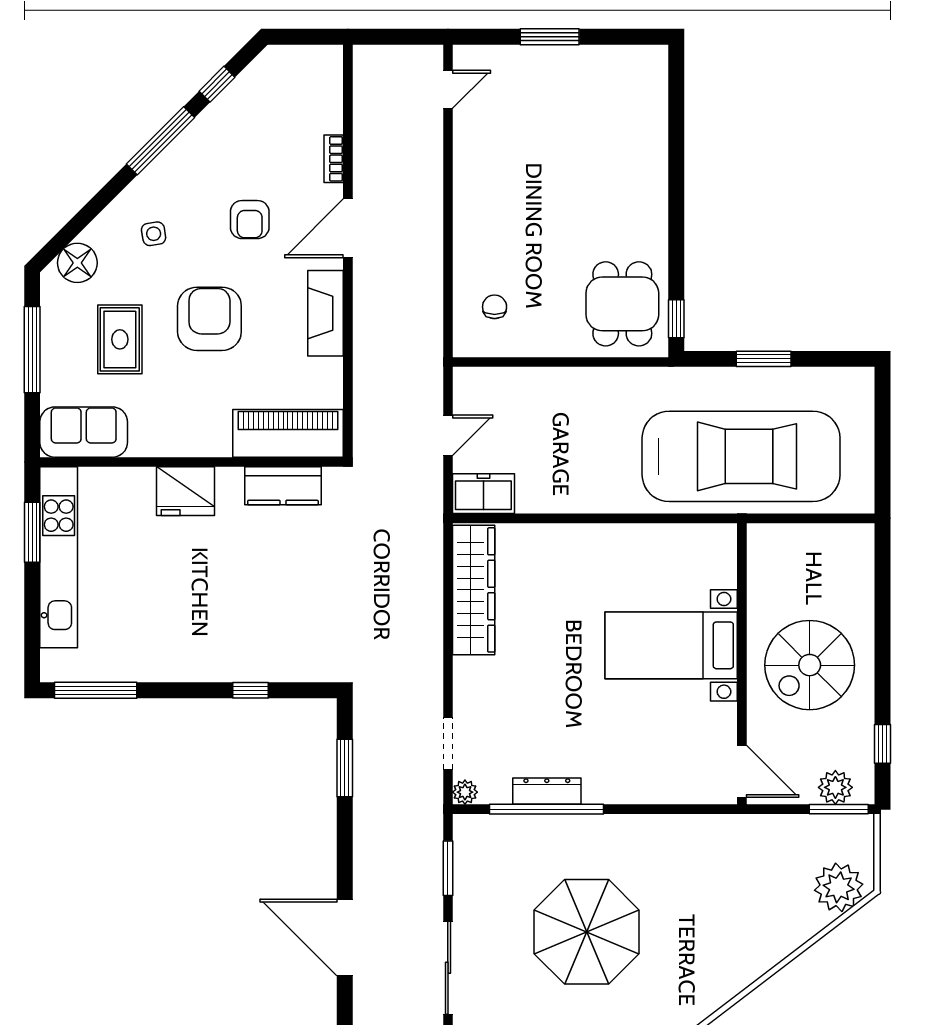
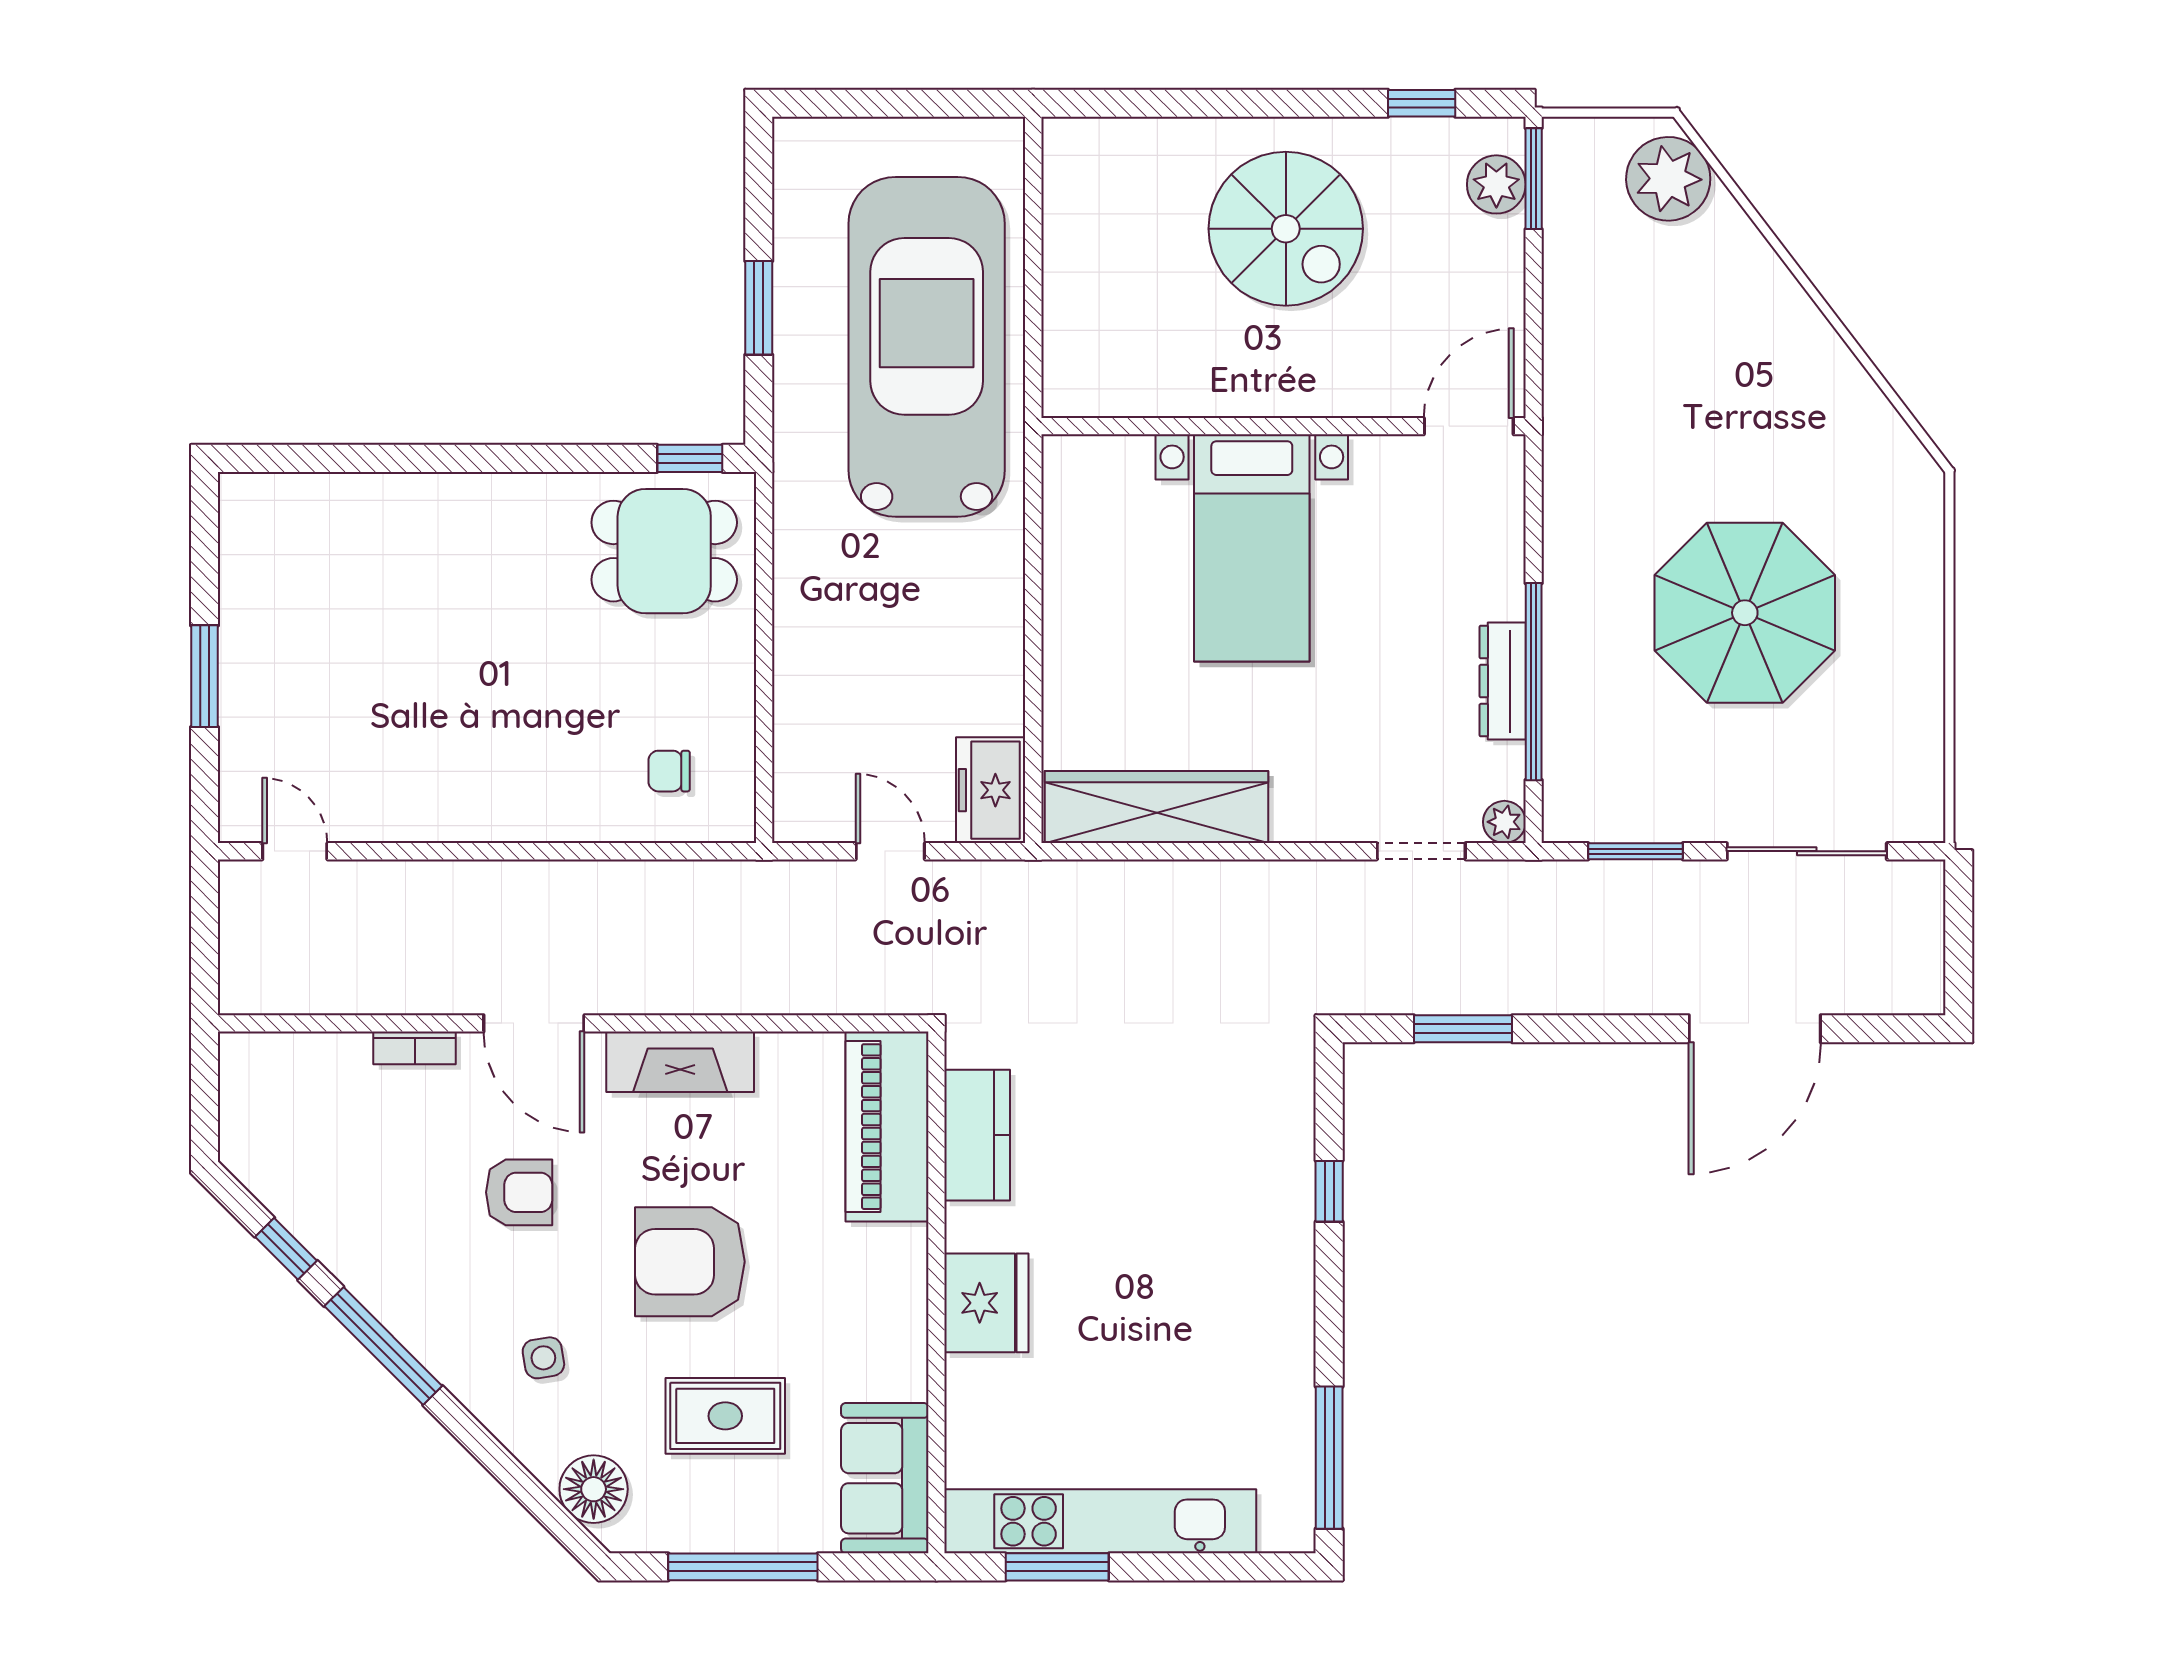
bed with nightstands: (671, 645) -> (1252, 548), moved
wall: (742, 664) -> (1283, 426), moved
door: (742, 771) -> (1469, 426), moved

